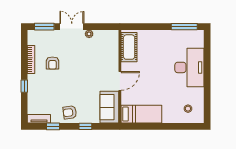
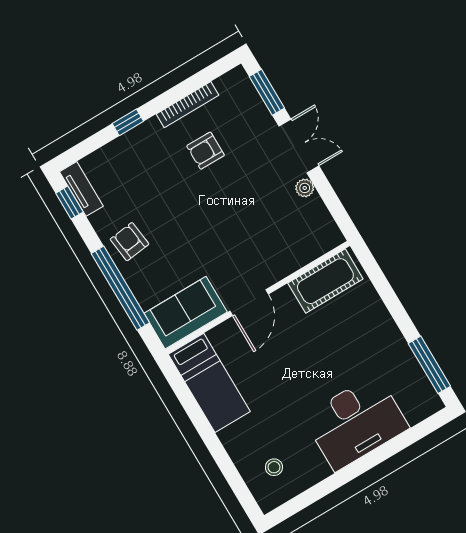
door: (120, 81) -> (249, 303), hinge flipped
window: (53, 126) -> (69, 203), moved
window: (85, 126) -> (120, 288), width x3.17

